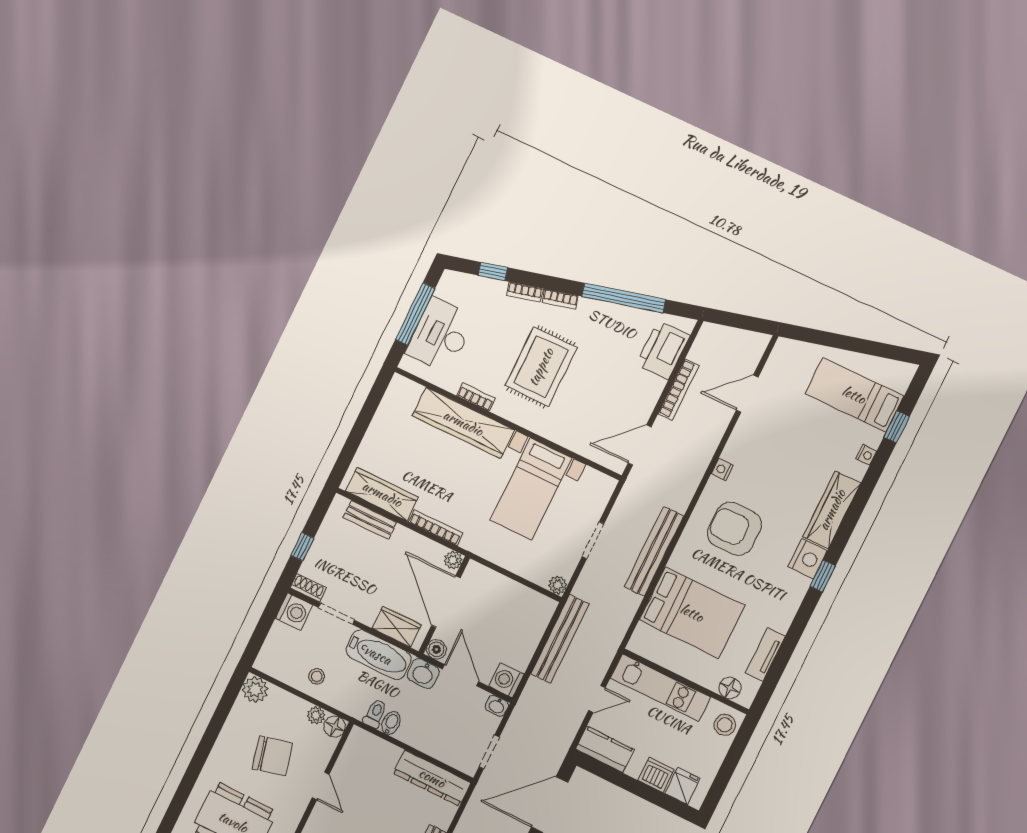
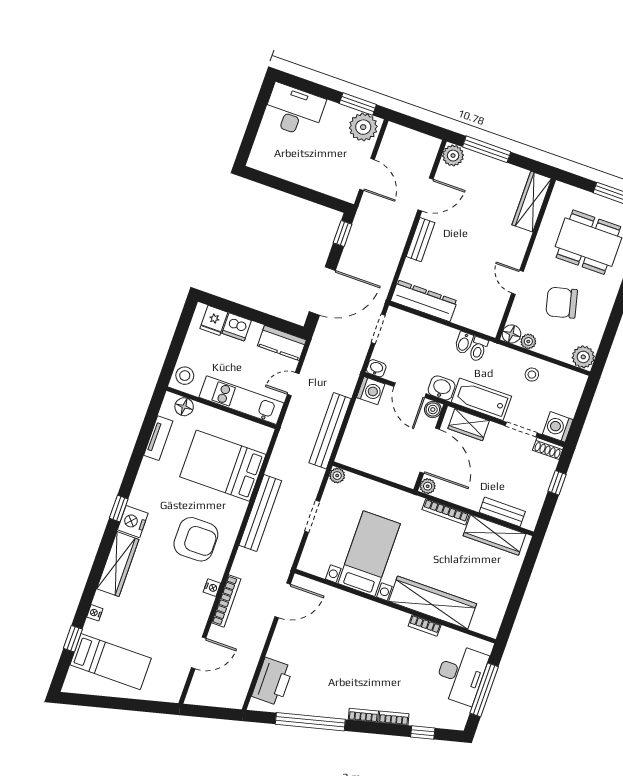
rug: (541, 367) -> (373, 657), removed
bookcase: (679, 390) -> (226, 601), moved, turned 180

